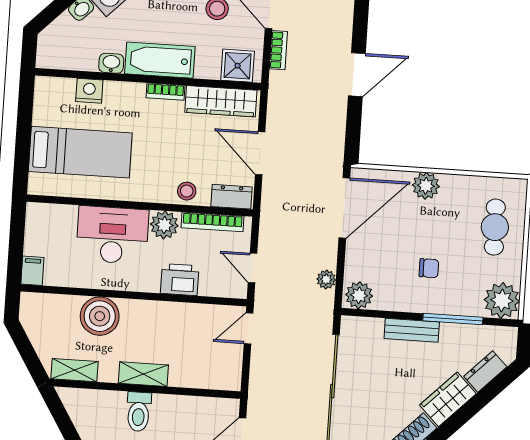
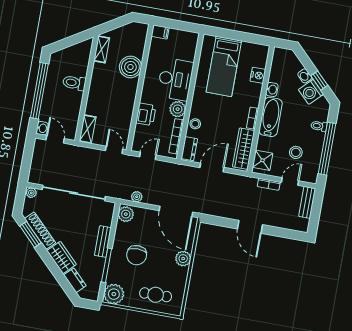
chair: (429, 268) -> (137, 255), width x1.87, depth x1.87
shelving: (143, 374) -> (88, 129), moved

